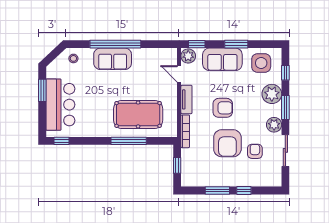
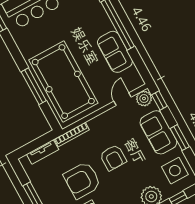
sofa: (113, 59) -> (115, 52), moved
tv unit: (186, 99) -> (43, 152), moved
pool table: (138, 114) -> (63, 82), width x1.36, depth x1.32
window: (177, 165) -> (36, 144), removed

